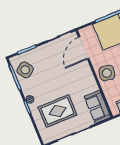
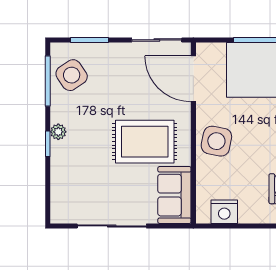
door: (84, 48) -> (193, 79), hinge flipped
rug: (57, 111) -> (145, 142), moved

